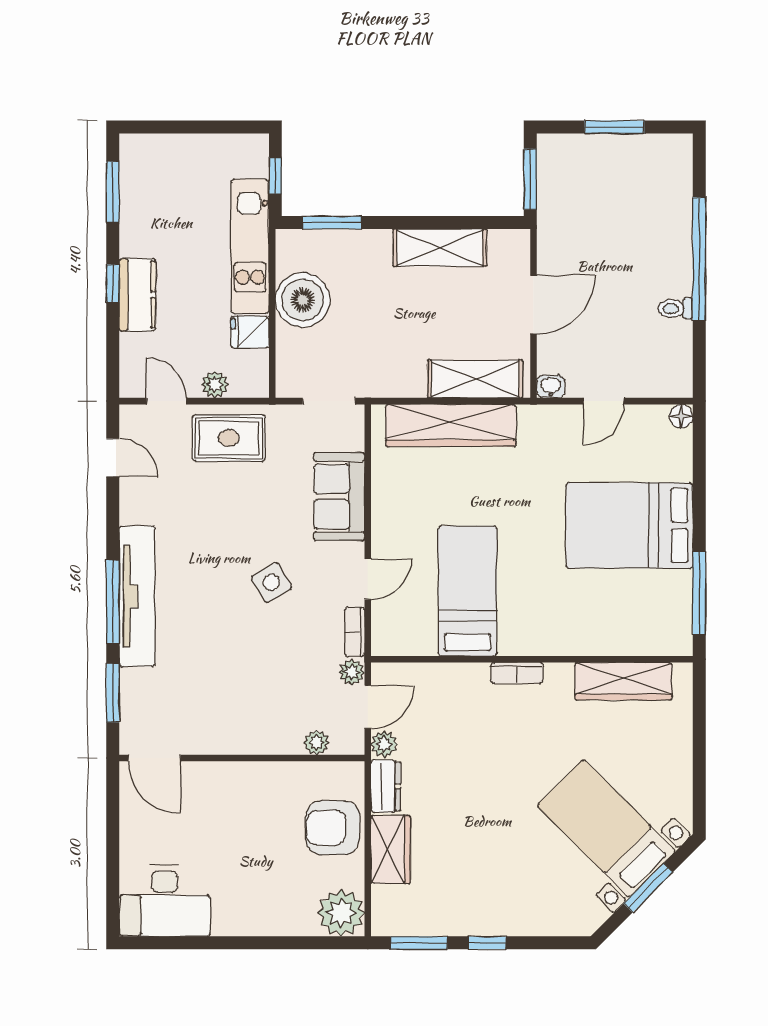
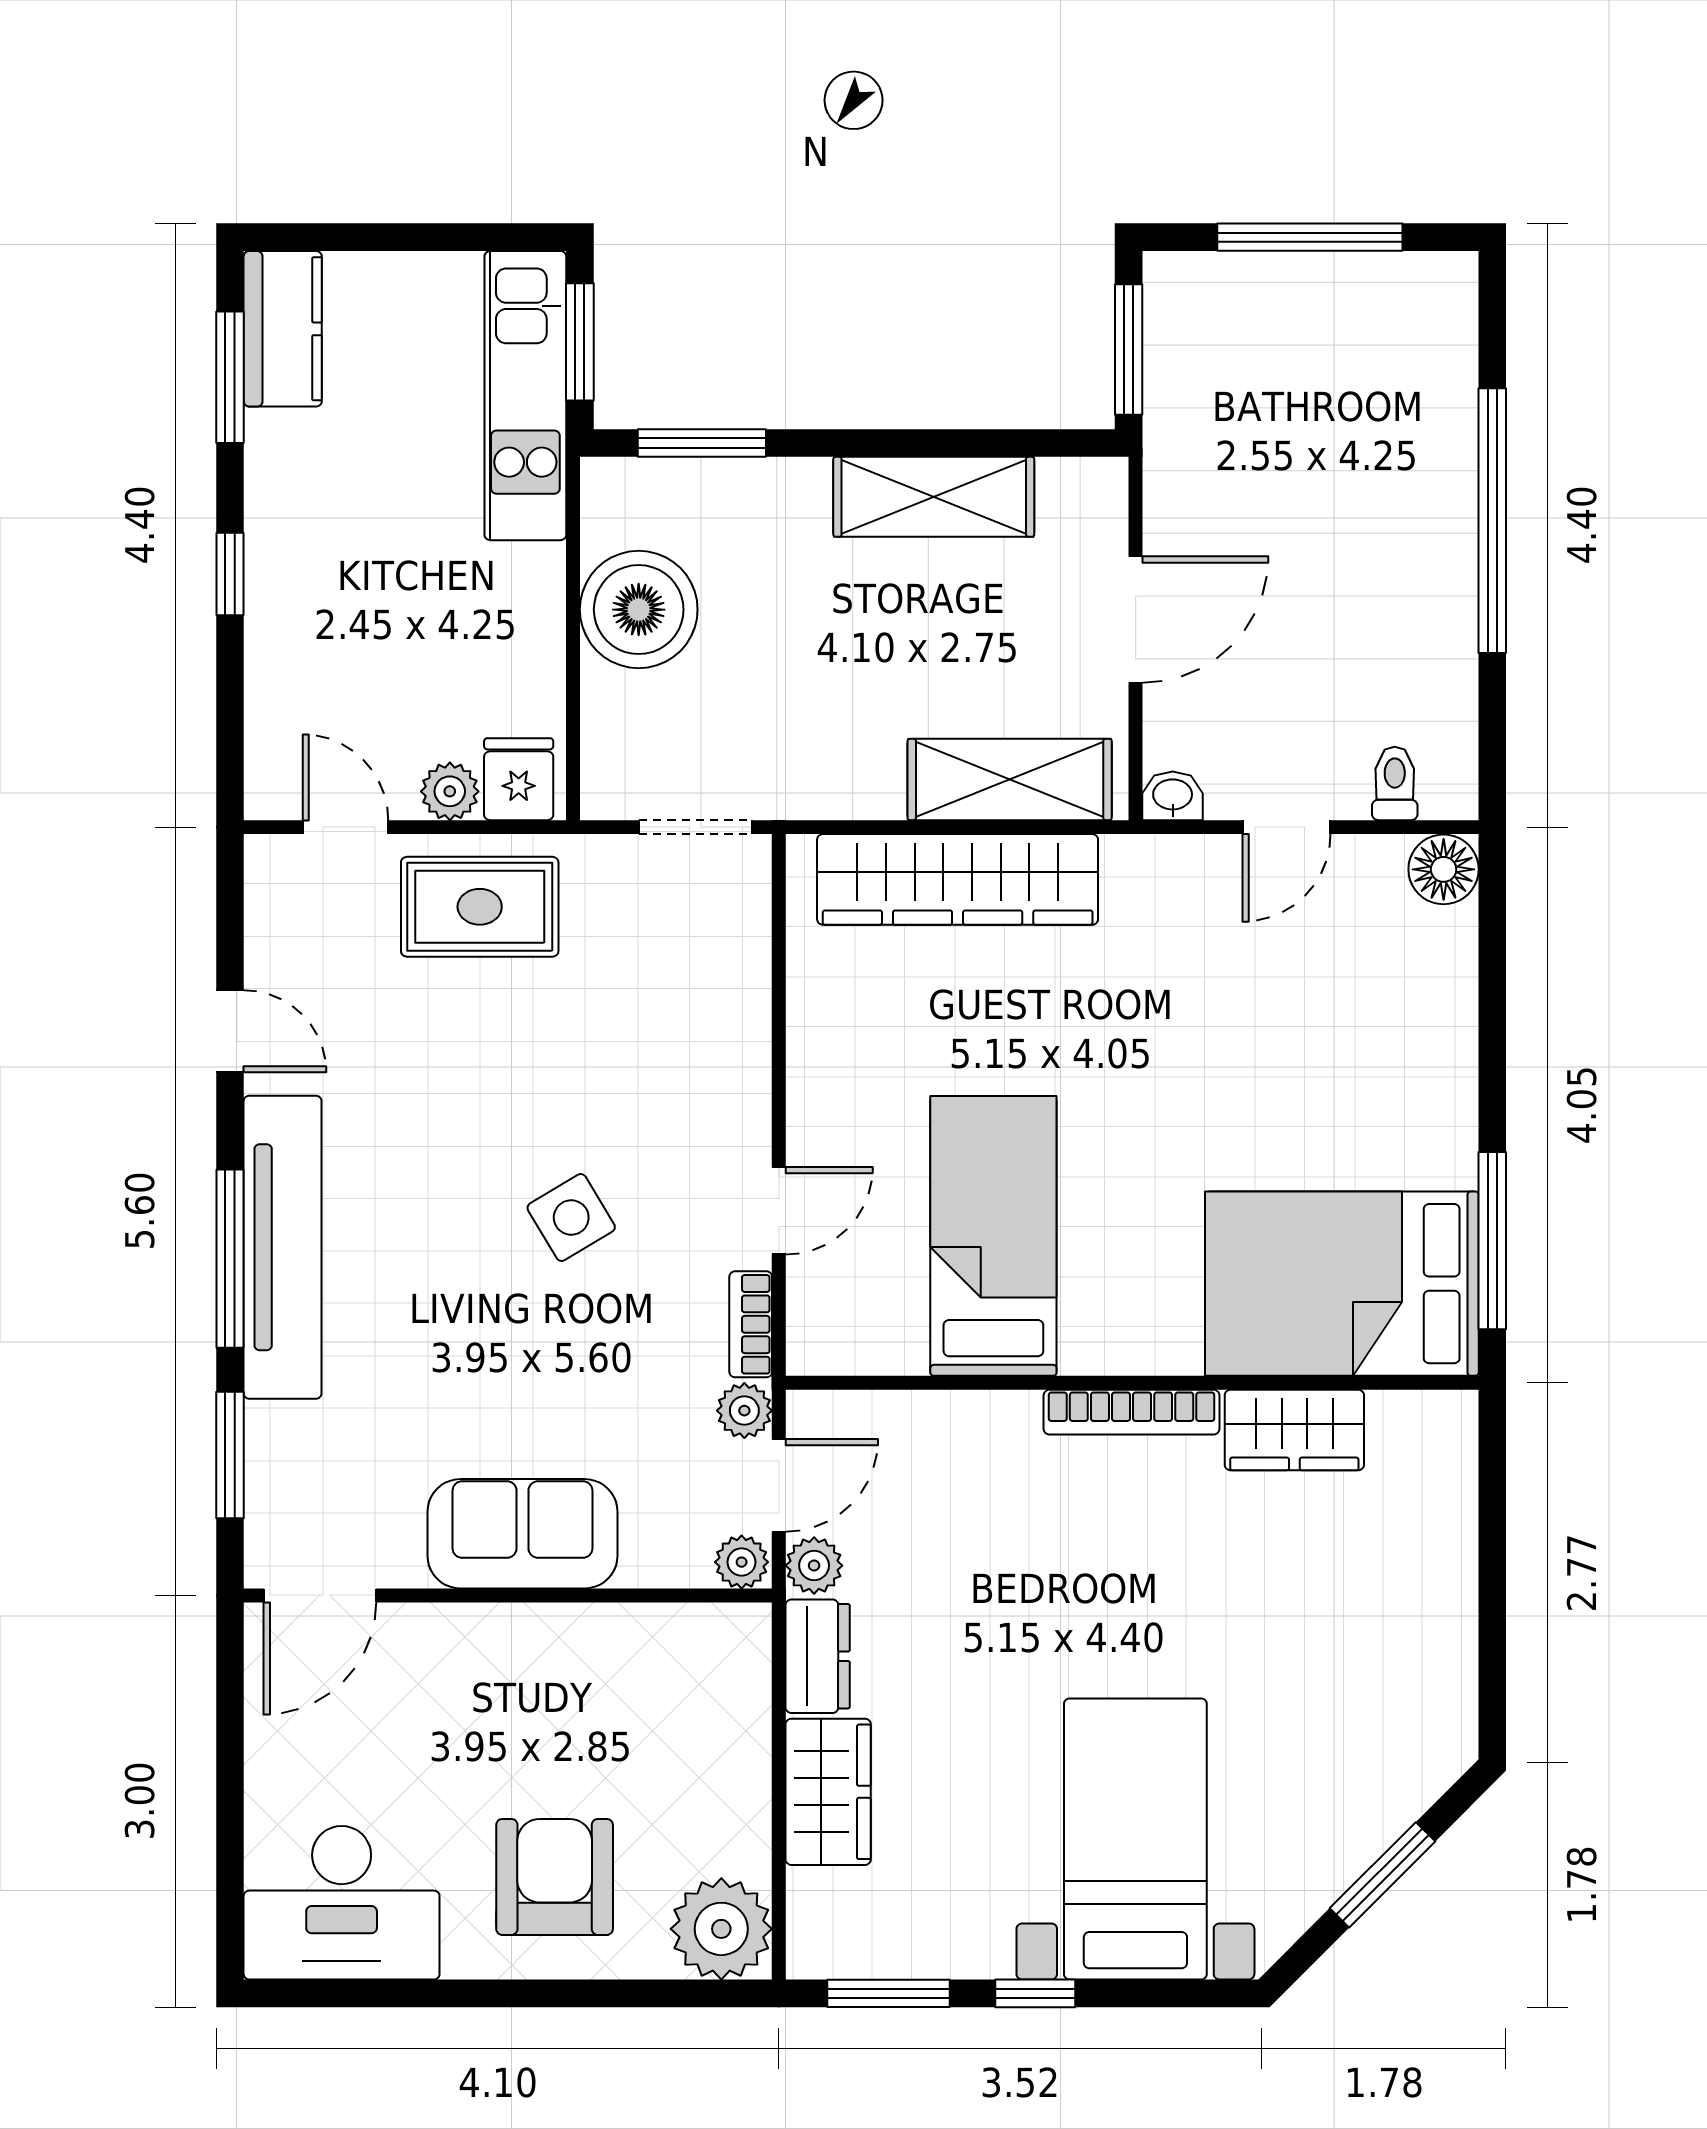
window: (614, 127) -> (1310, 237), width x1.44
window: (275, 176) -> (580, 342), width x1.50
kitchen unit: (250, 246) -> (525, 396), moved
kitchen counter: (137, 295) -> (283, 329), moved
toilet: (676, 309) -> (1395, 783), moved, turned 90
fridge: (250, 332) -> (519, 779), moved, turned 90
floor lamp: (681, 416) -> (1444, 869), width x1.37, depth x1.37
door: (113, 458) -> (230, 1031), moved
sofa: (339, 497) -> (522, 1534), moved, turned 90
bed: (629, 525) -> (1342, 1284), moved
bookcase: (517, 673) -> (1132, 1412), width x1.56
wardrobe: (623, 681) -> (1294, 1430), width x0.67
plant: (316, 742) -> (742, 1562), moved
door: (155, 758) -> (320, 1595), hinge flipped
armchair: (333, 828) -> (555, 1877), moved, turned 90
bed with nightstands: (606, 828) -> (1135, 1839), moved, turned 45

